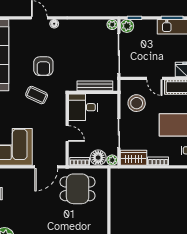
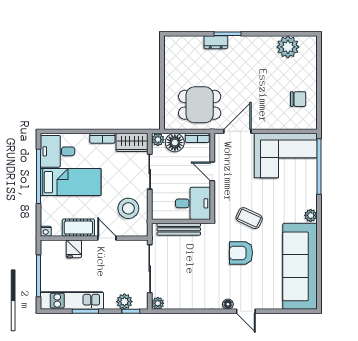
plant: (127, 26) -> (124, 302), moved
armchair: (43, 66) -> (241, 253), turned -90

